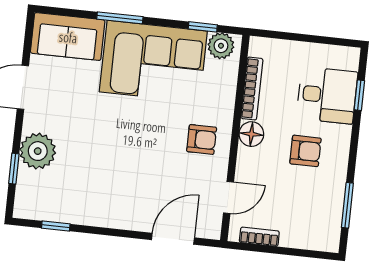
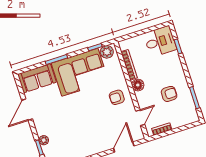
desk: (327, 95) -> (160, 41), moved
armchair: (202, 139) -> (117, 97), turned 180
plant: (38, 151) -> (44, 140), width x0.53, depth x0.53
armchair: (305, 151) -> (169, 94), moved

